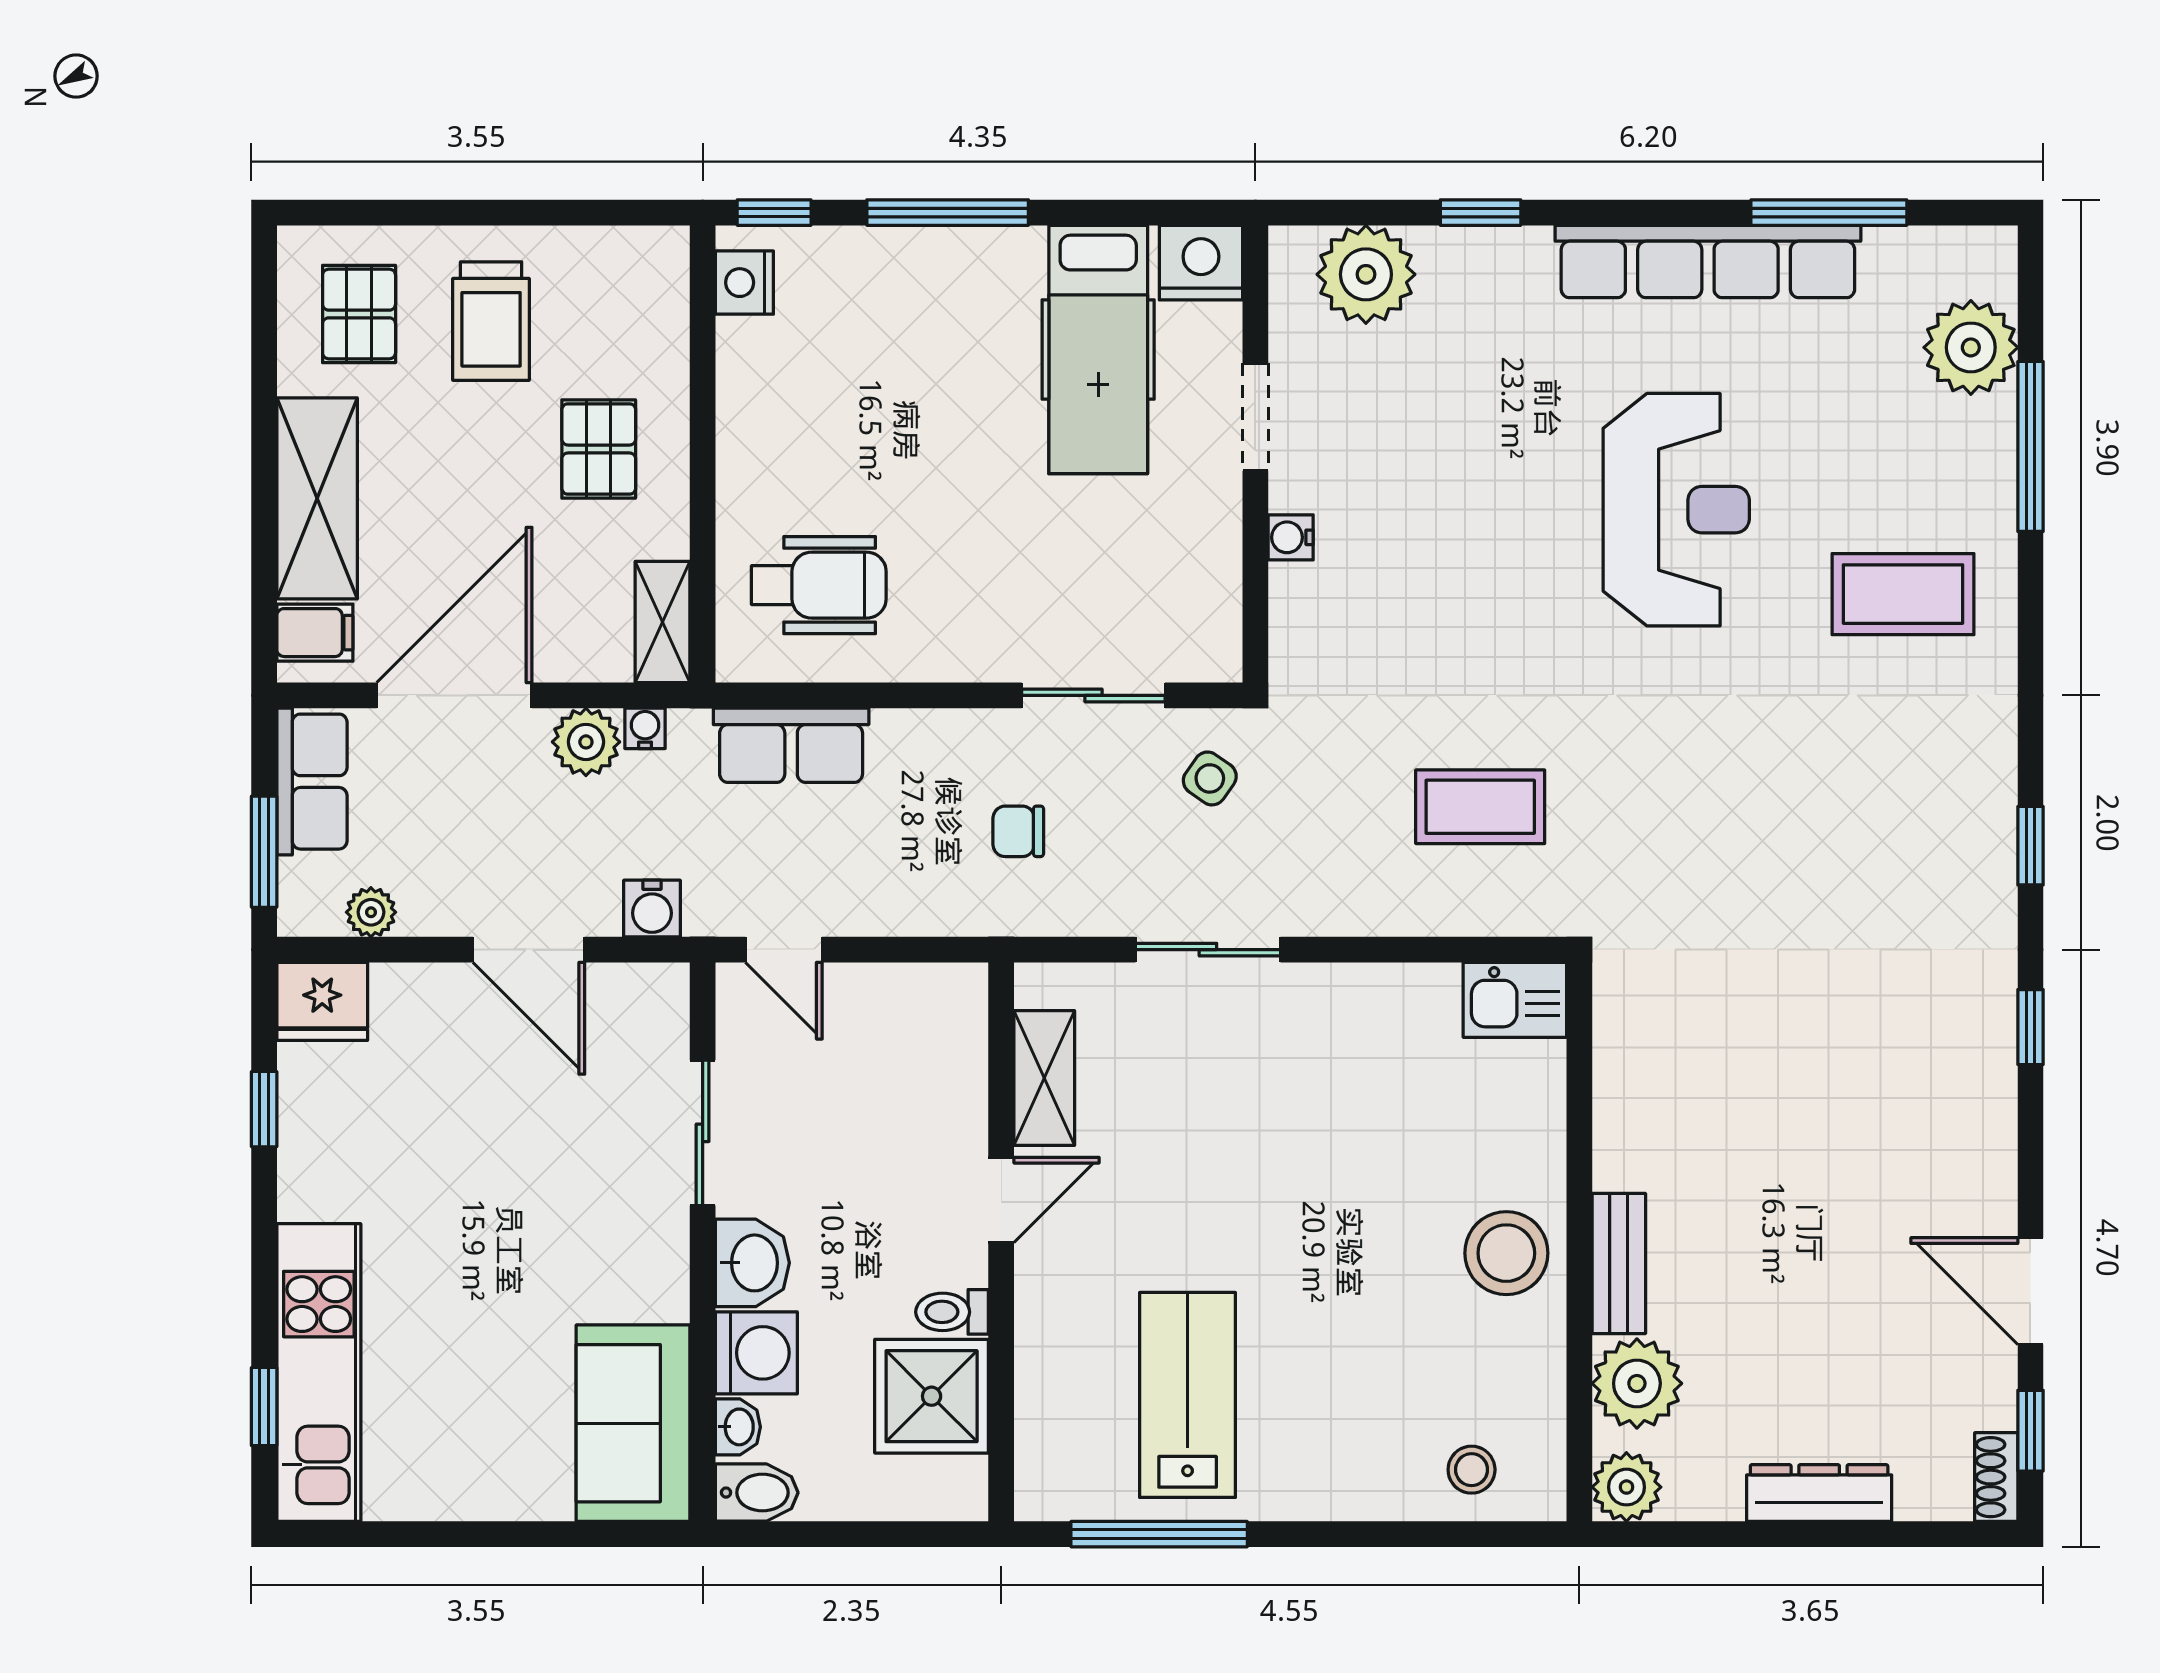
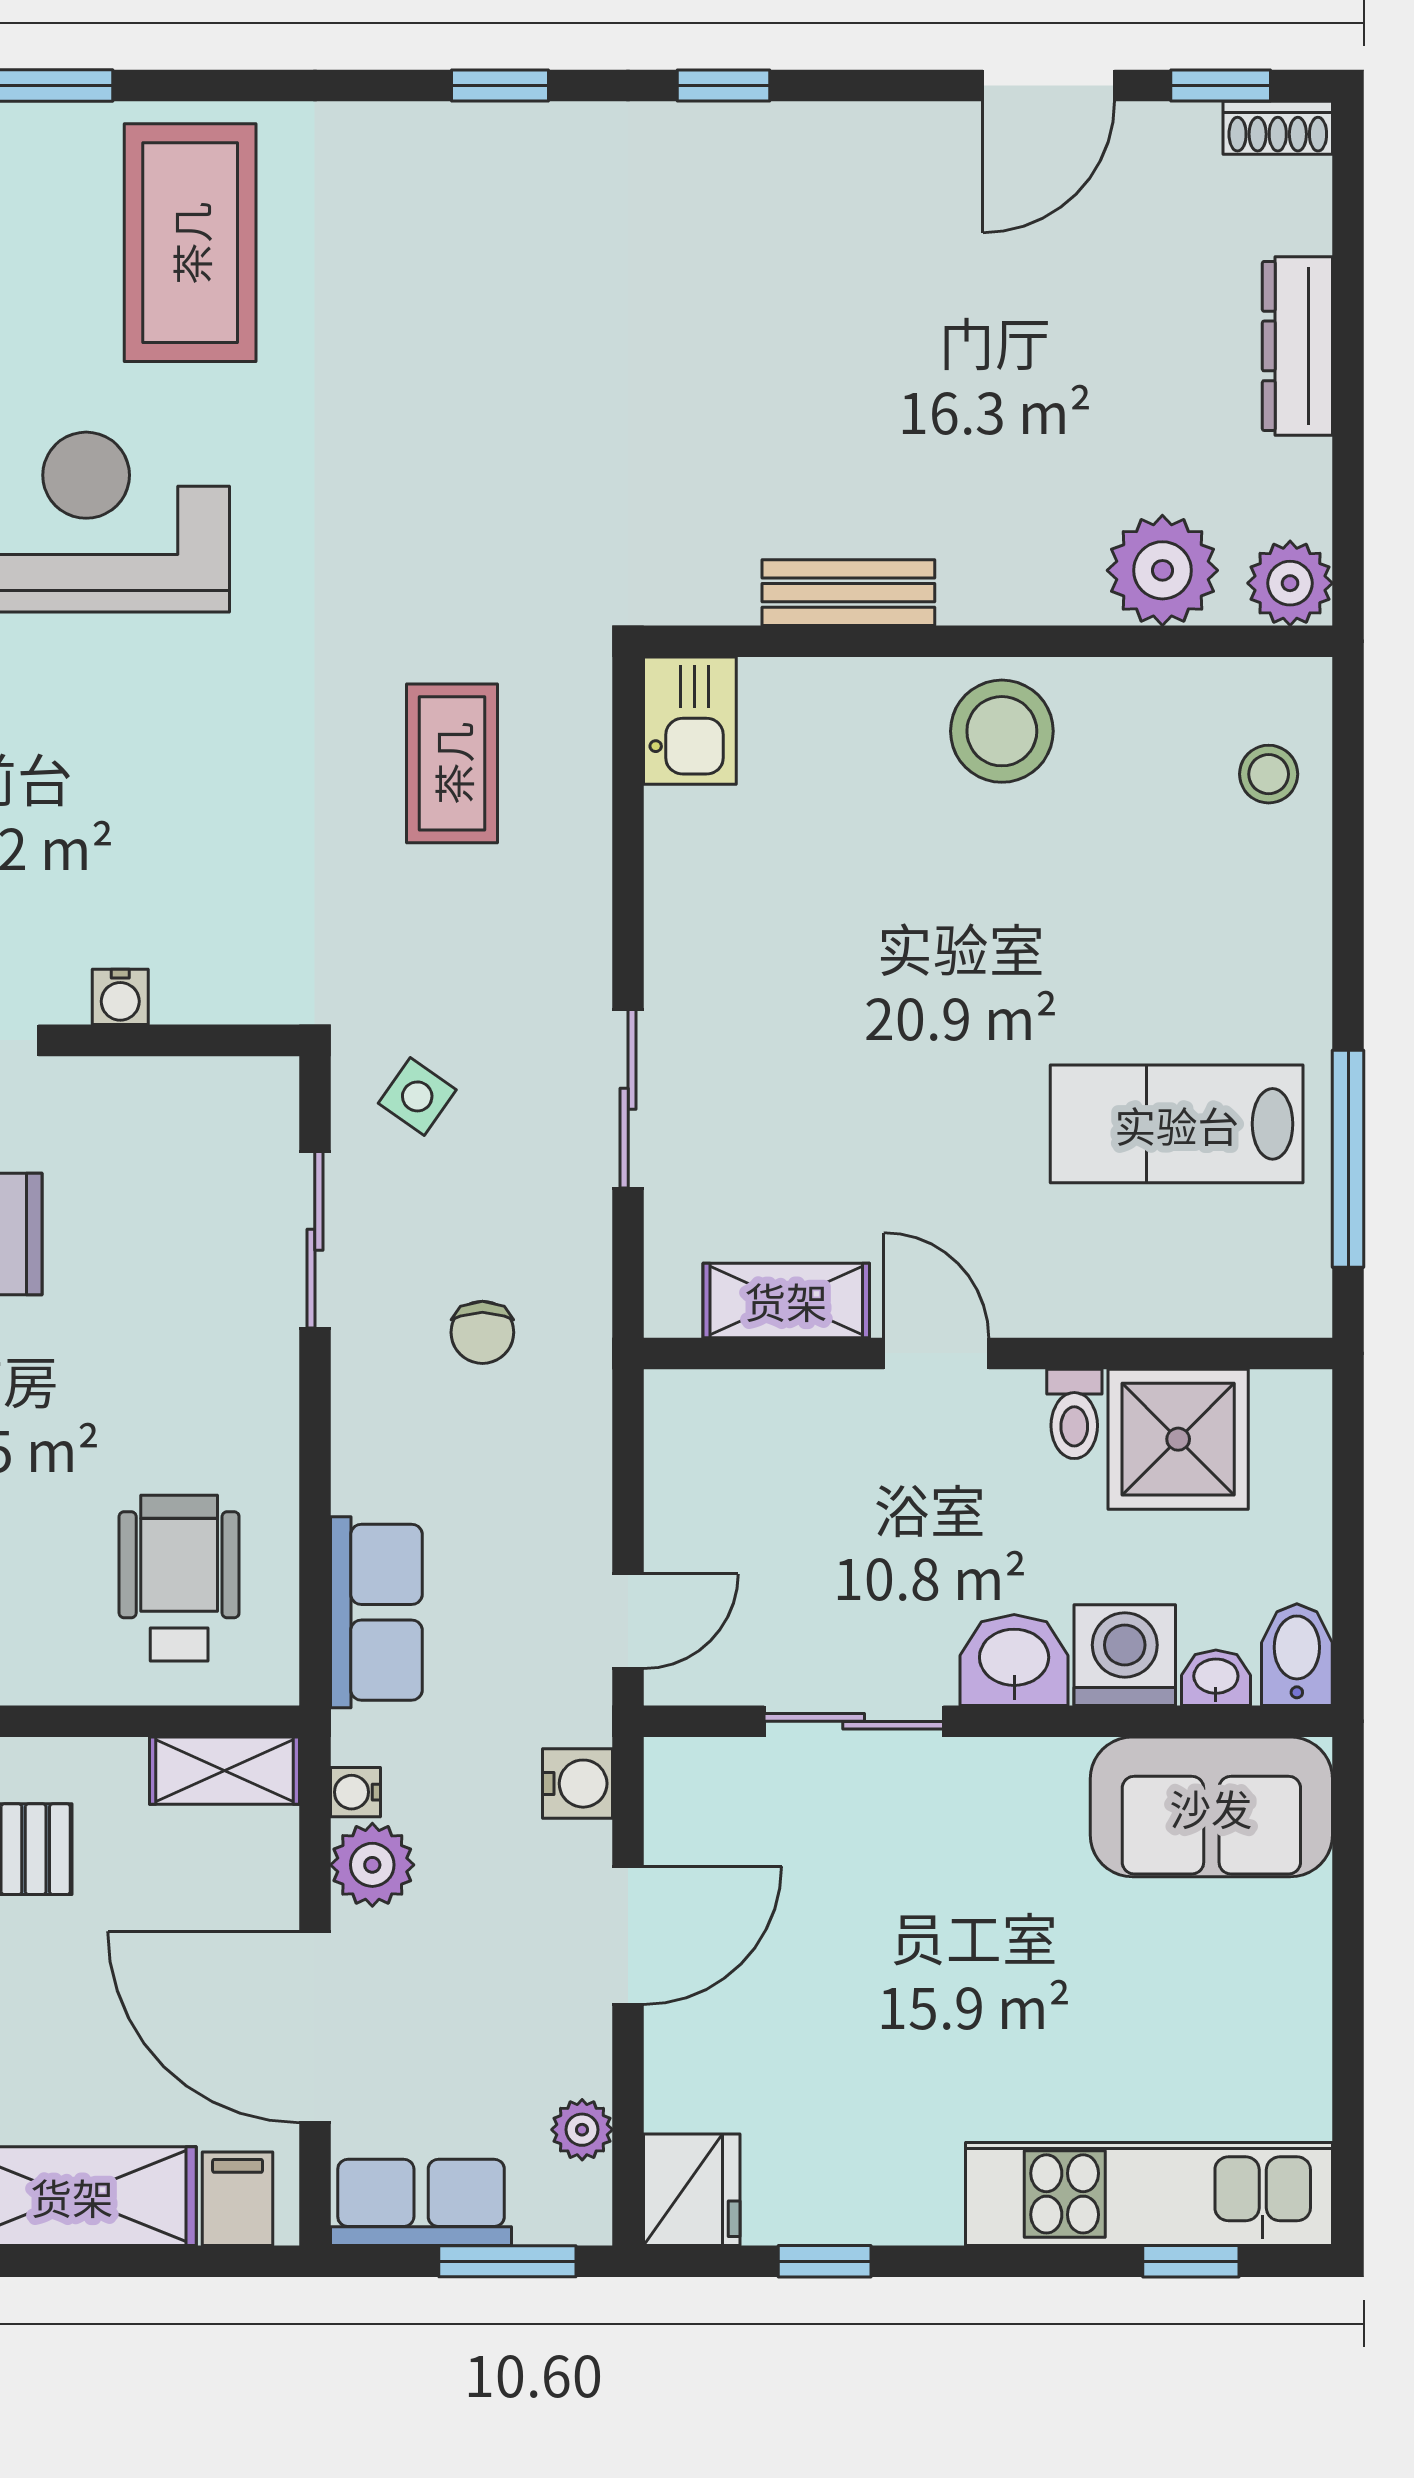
coffee table: (1903, 594) -> (190, 243), width x1.36, depth x1.32
bench: (1619, 1263) -> (848, 593), moved

